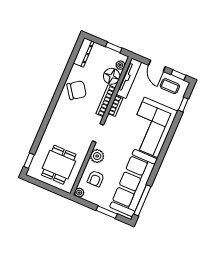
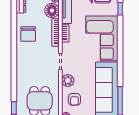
chair: (77, 90) -> (28, 34), turned 125

